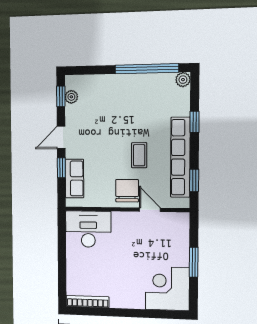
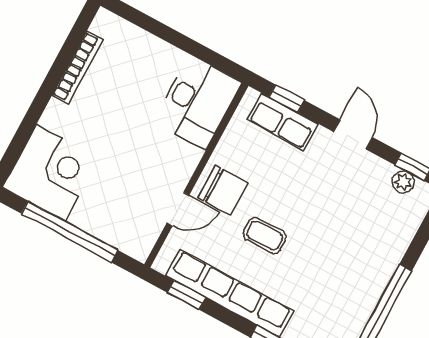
window: (61, 168) -> (287, 99), moved
window: (194, 262) -> (70, 232), width x2.11
bookcase: (88, 302) -> (78, 68), moved

